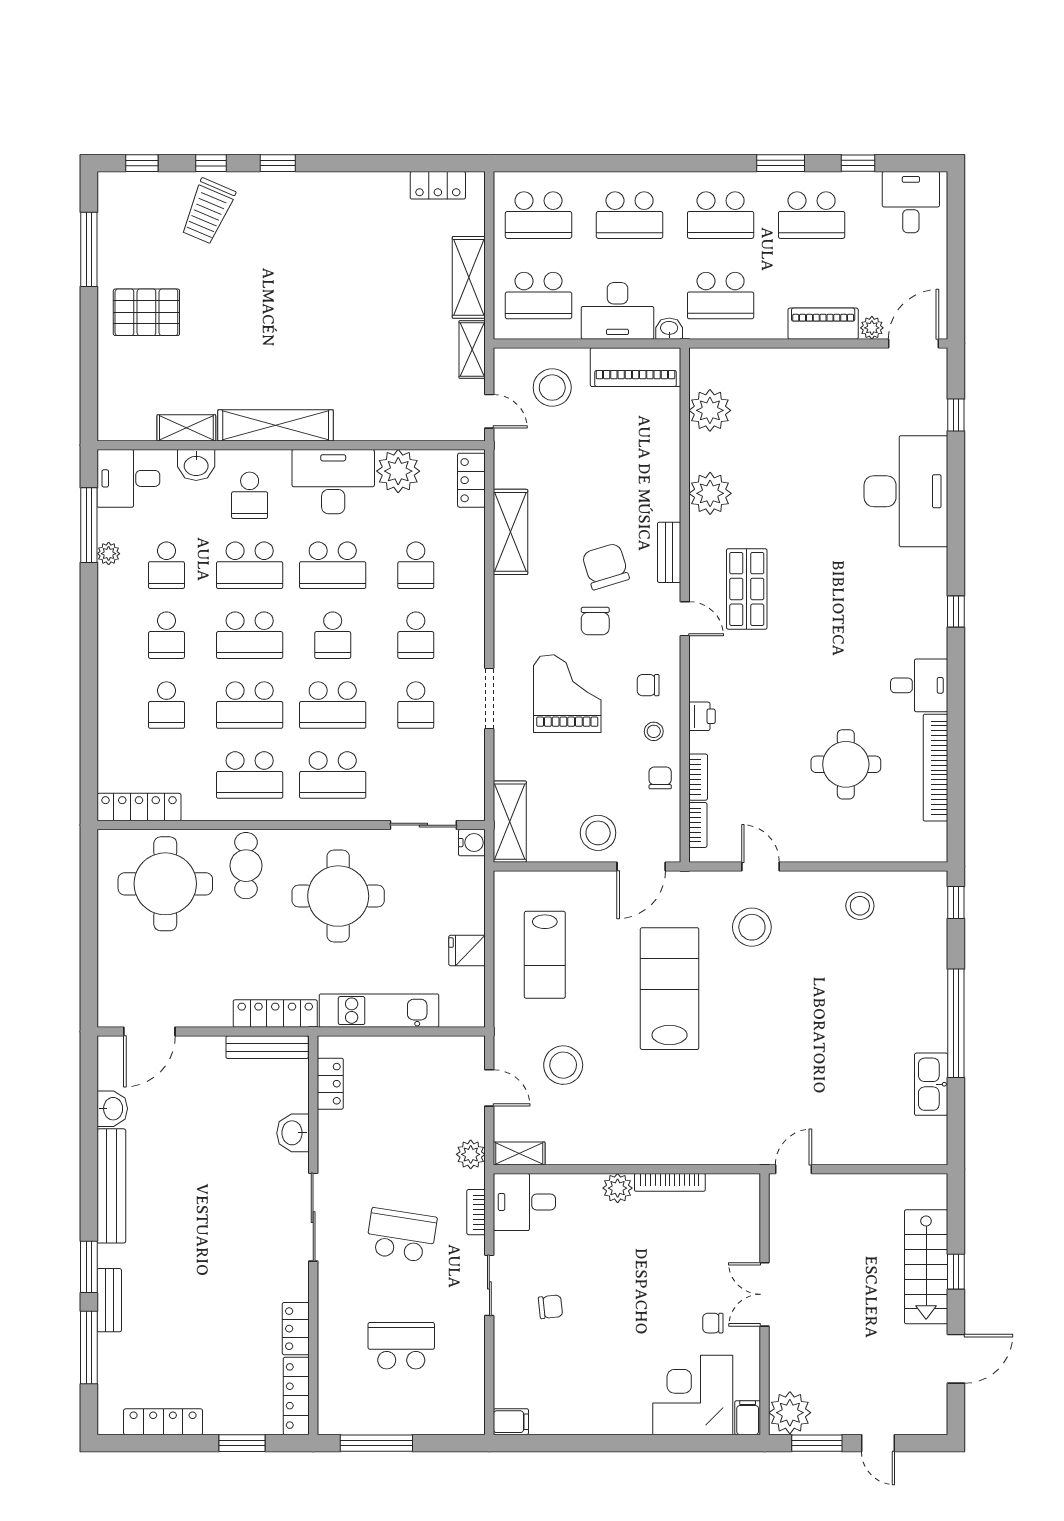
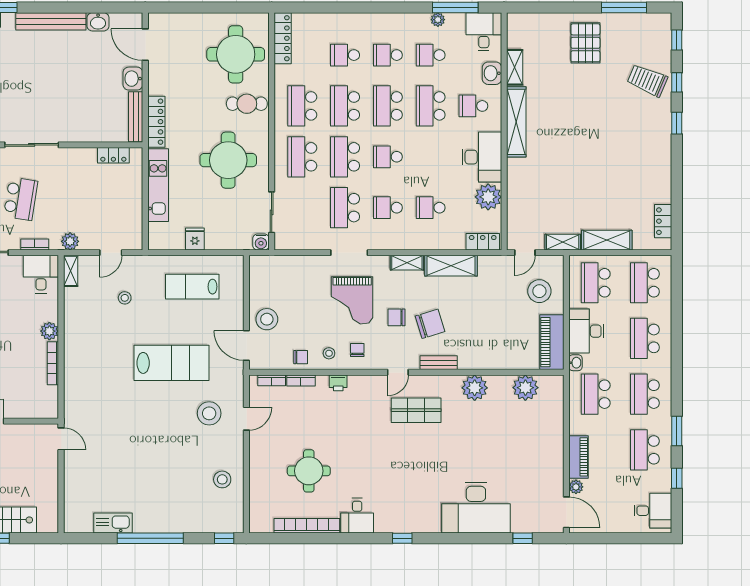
school desk: (333, 565) -> (431, 157), removed
grand piano: (567, 694) -> (352, 300), turned 90
school desk: (416, 705) -> (345, 208), width x1.85
shelving: (510, 822) -> (407, 263), moved, width x0.67, depth x0.75
stool: (563, 1065) -> (125, 298), width x0.53, depth x0.53
washbasin: (293, 1133) -> (133, 79), moved, turned -90

